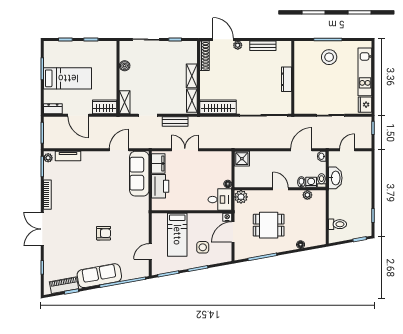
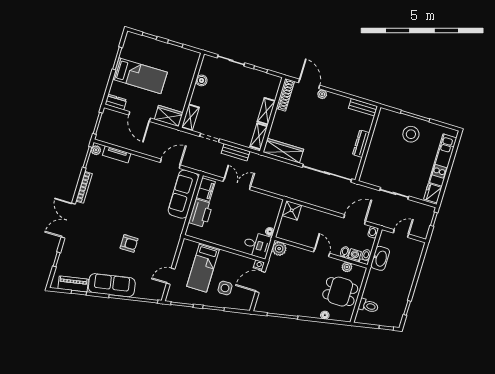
bench: (263, 46) -> (363, 107), moved
dining table: (269, 225) -> (340, 292), moved

